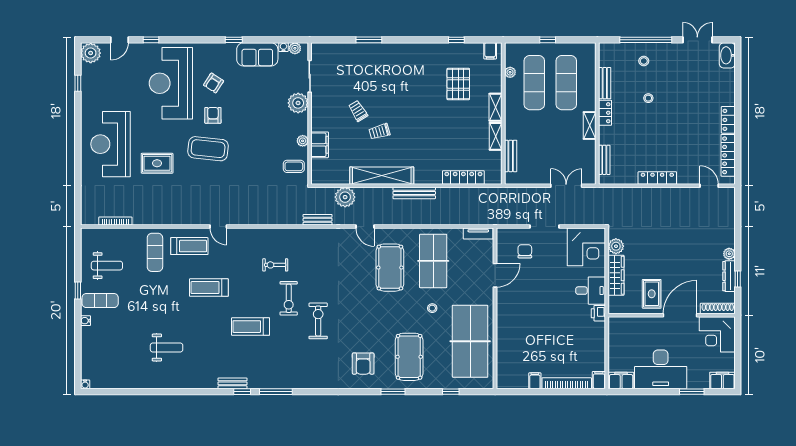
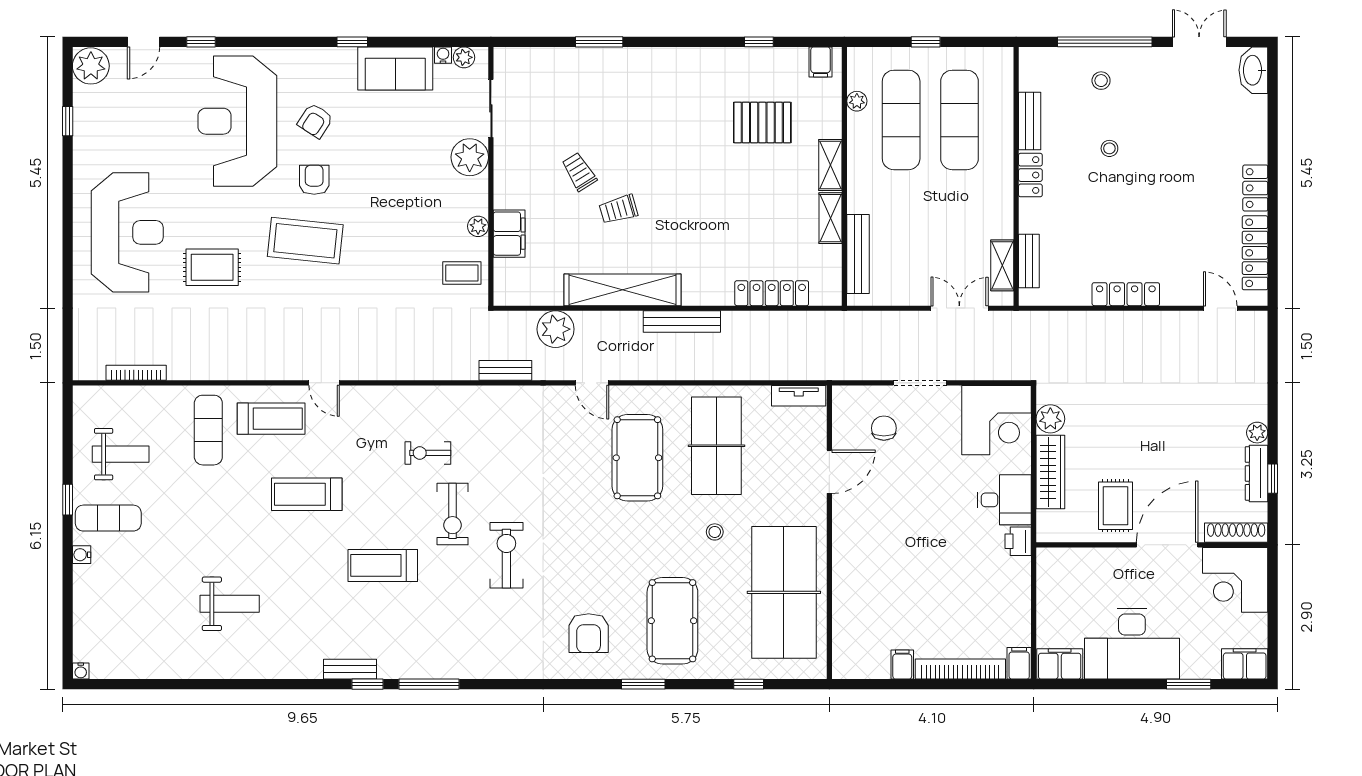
pallet: (458, 84) -> (762, 123), turned 90
shelving: (590, 125) -> (1002, 265), moved
reception desk: (111, 144) -> (127, 232), turned 180
bench: (511, 156) -> (858, 254), width x1.36

